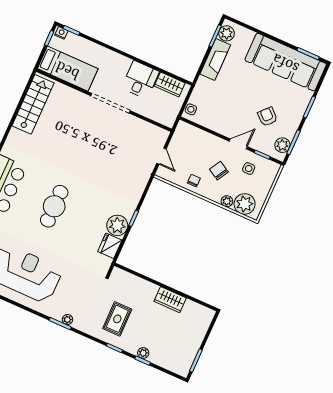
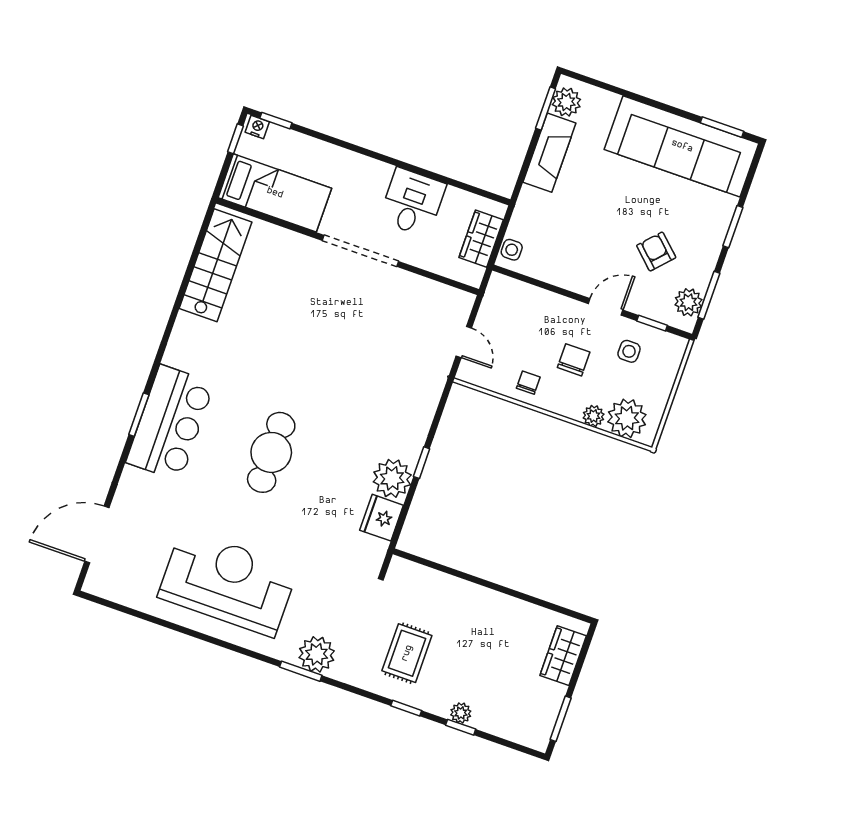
wardrobe: (170, 85) -> (481, 239), moved, turned 90
chair: (219, 171) -> (574, 360), turned 60
wardrobe: (170, 300) -> (563, 656), moved, turned 90
plant: (67, 320) -> (317, 654), width x1.88, depth x1.88

